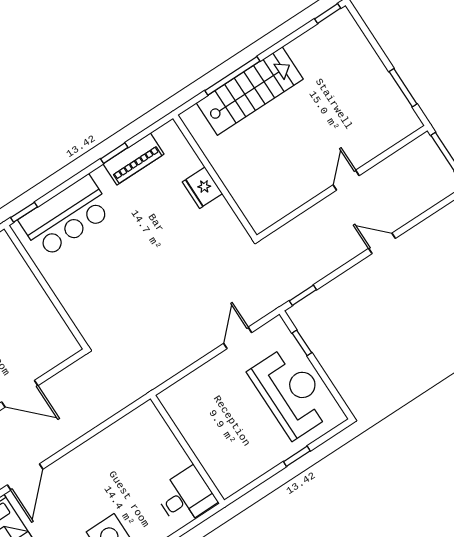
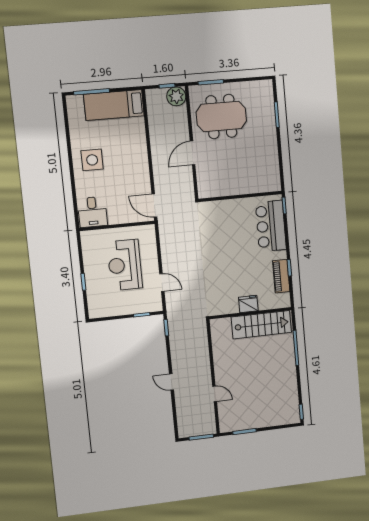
stairs: (250, 91) -> (261, 325), moved, turned -90
door: (346, 180) -> (215, 394), moved
door: (382, 243) -> (171, 382), swing flipped
reception desk: (291, 392) -> (125, 265), moved, turned 90
door: (25, 477) -> (154, 205), moved

